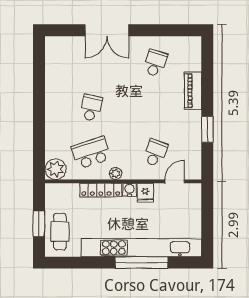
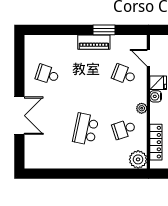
piano: (193, 91) -> (94, 42), moved
school desk: (91, 108) -> (86, 129), width x1.85
school desk: (91, 153) -> (124, 129), width x0.54
locker: (101, 190) -> (156, 142), moved

